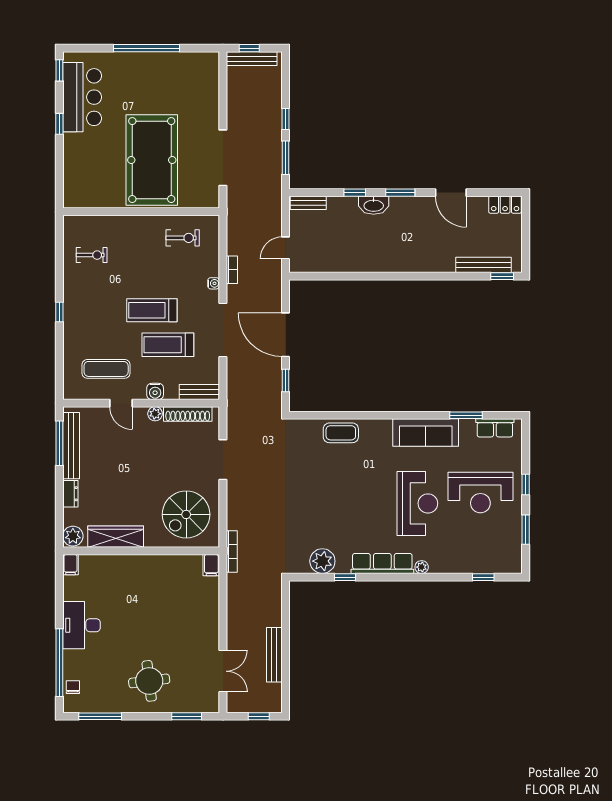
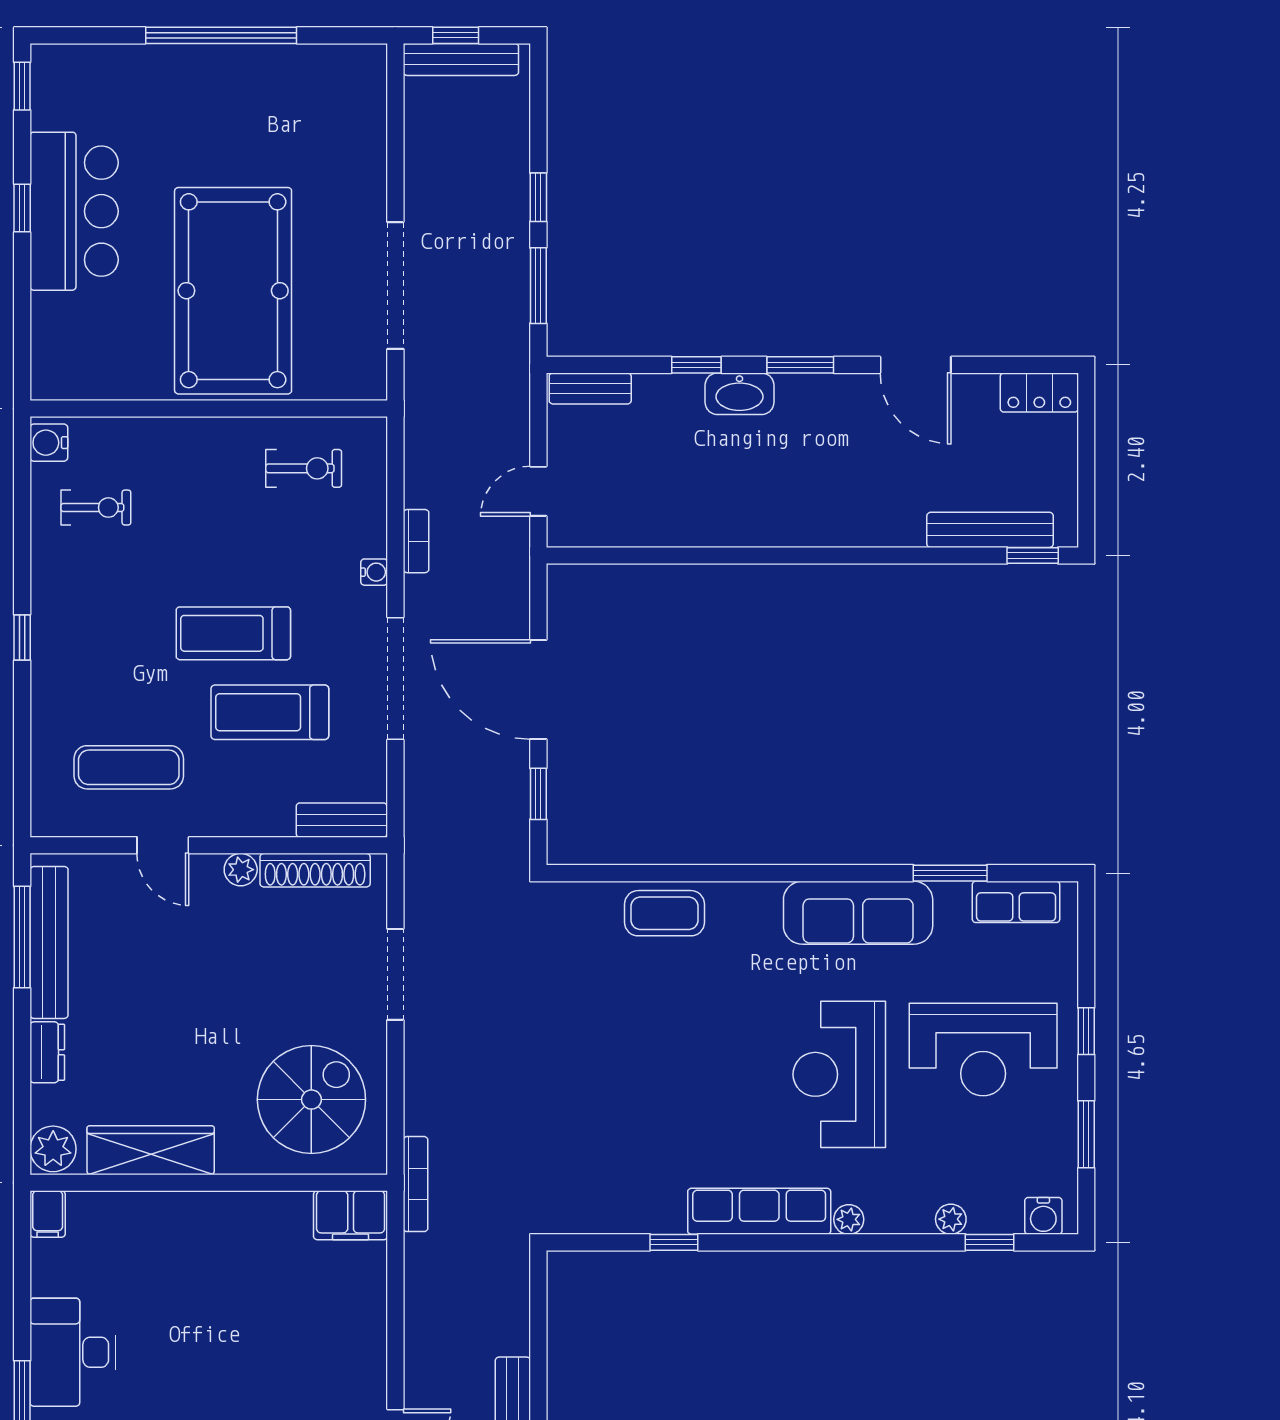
bar counter: (82, 97) -> (74, 211), moved
water cooler: (155, 391) -> (49, 443), moved, turned 90
reception desk: (417, 503) -> (839, 1074), turned 180
spiral stairs: (186, 514) -> (311, 1100), turned 180
plant: (322, 561) -> (951, 1219), moved, width x0.53, depth x0.53
filing cabinet: (211, 565) -> (351, 1215), width x2.00
water cooler: (507, 565) -> (1043, 1216), added

